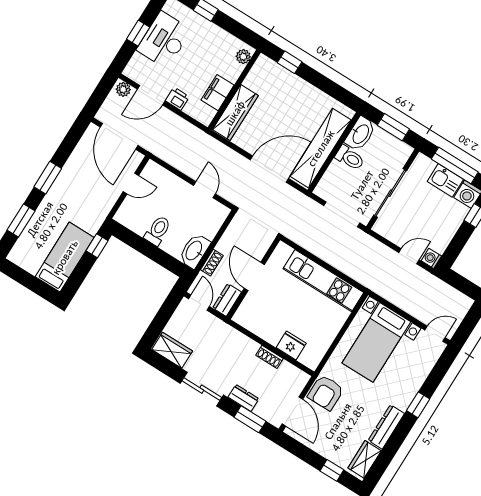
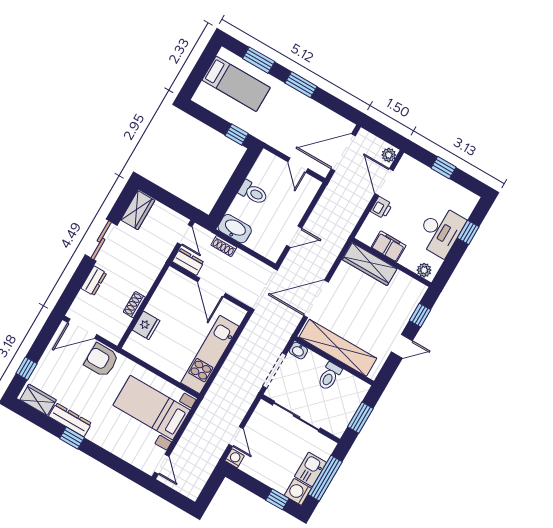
desk: (164, 40) -> (440, 231), moved, turned 90
door: (321, 82) -> (402, 346), added
washbasin: (360, 134) -> (298, 351), moved, width x0.52, depth x0.69
door: (269, 169) -> (316, 299), swing flipped
bed: (65, 257) -> (236, 84), moved
door: (254, 277) -> (212, 288), swing flipped
door: (199, 303) -> (185, 235), hinge flipped
window: (418, 405) -> (72, 438), moved
window: (250, 419) -> (73, 288), removed

